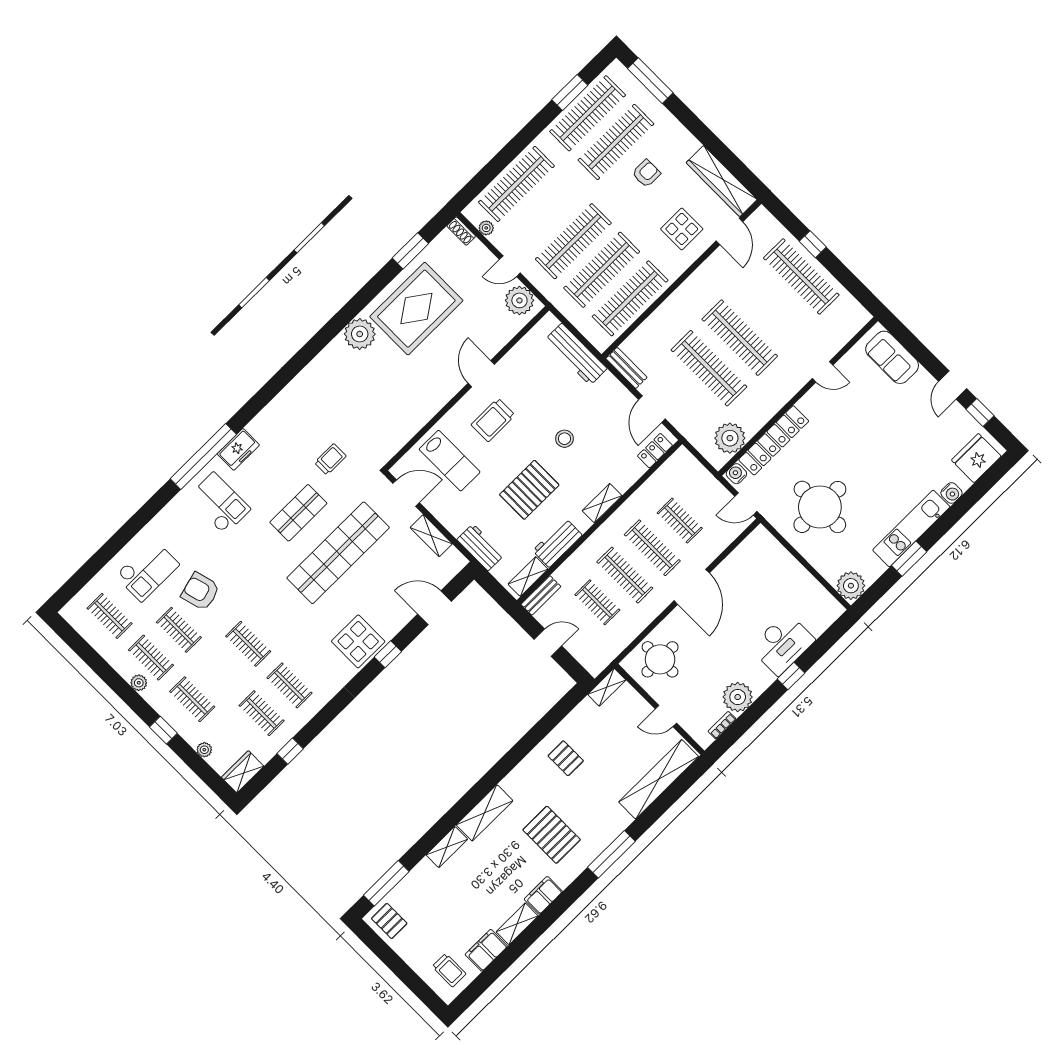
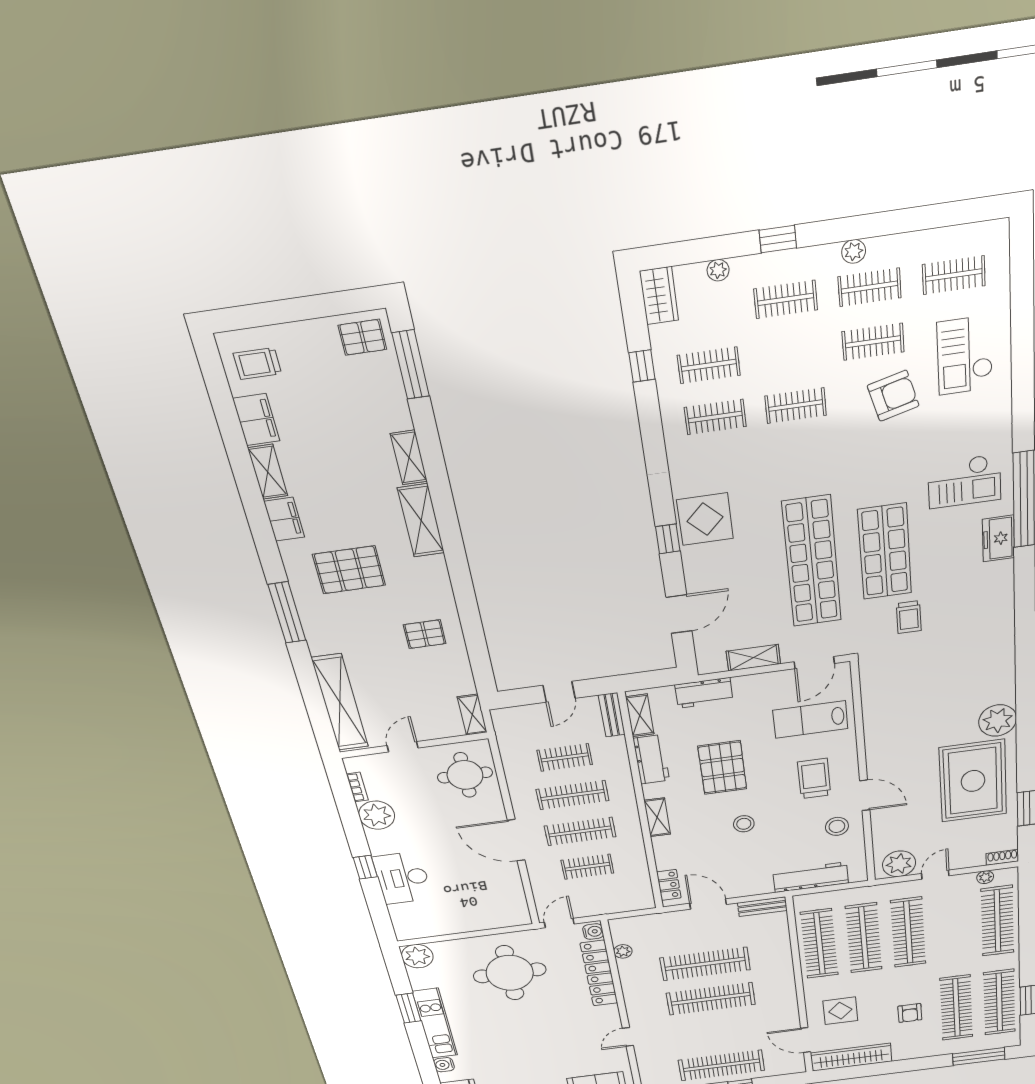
stool: (520, 372) -> (837, 826), added
plant: (730, 438) -> (623, 951), width x0.53, depth x0.53
shop shelf: (298, 513) -> (885, 552), width x1.43, depth x1.36

